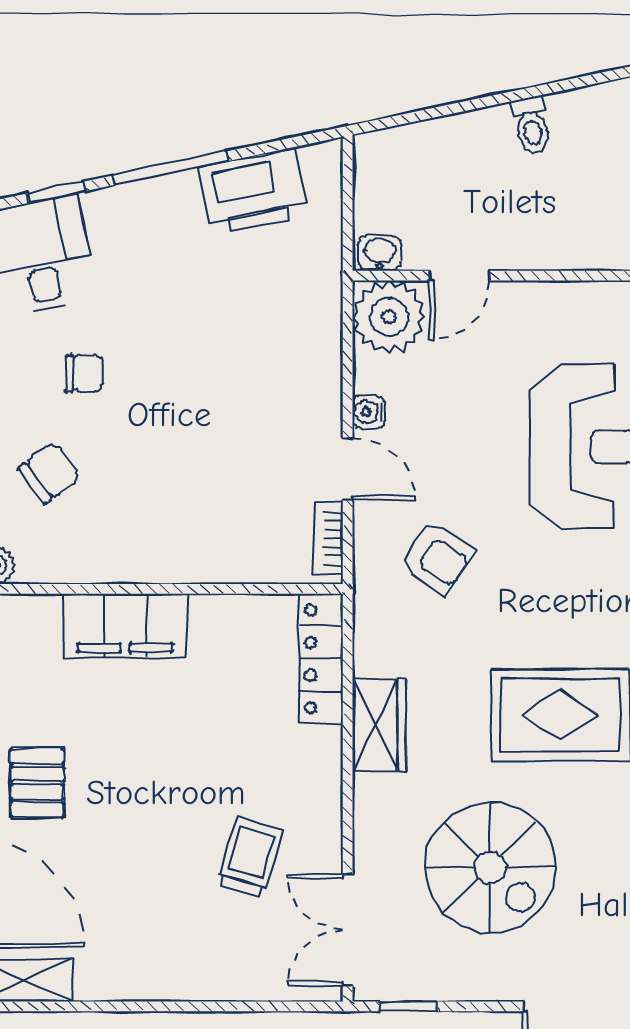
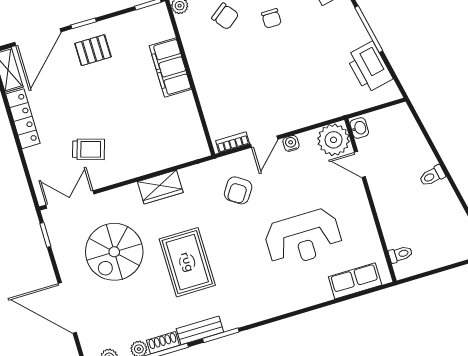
locker: (321, 659) -> (23, 119), moved, turned 90

